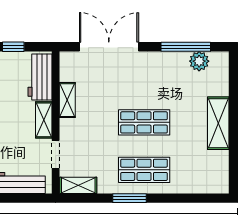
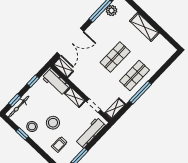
double door: (109, 47) -> (70, 42), swing flipped
shelving: (67, 100) -> (63, 68), moved
window: (129, 198) -> (140, 93), width x1.44

